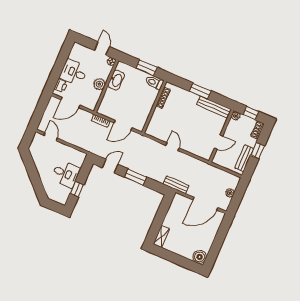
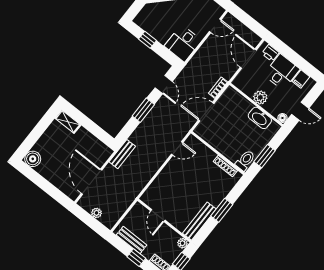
filing cabinet: (75, 55) -> (301, 79), added
door: (123, 125) -> (206, 112), hinge flipped
door: (173, 147) -> (177, 148), moved
desk: (66, 174) -> (183, 43), moved

